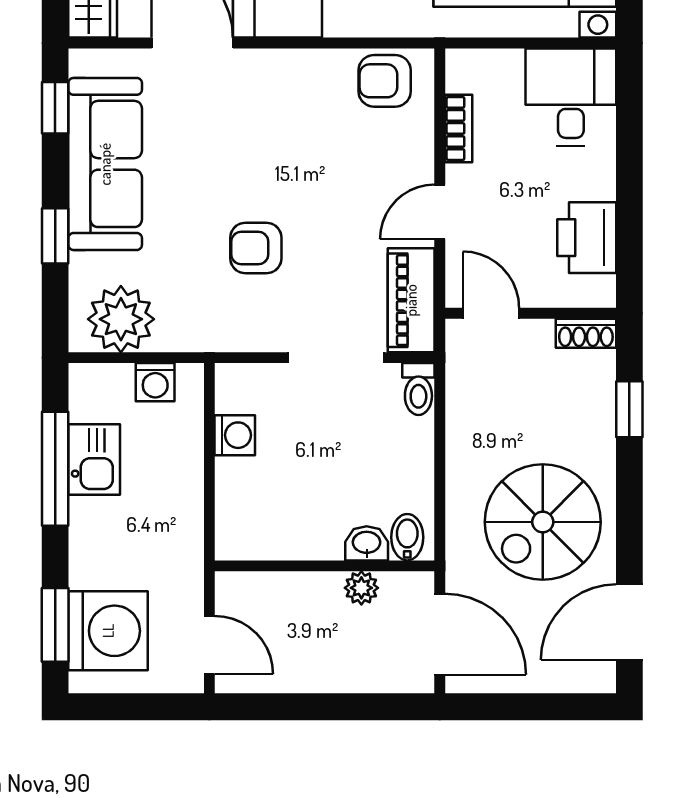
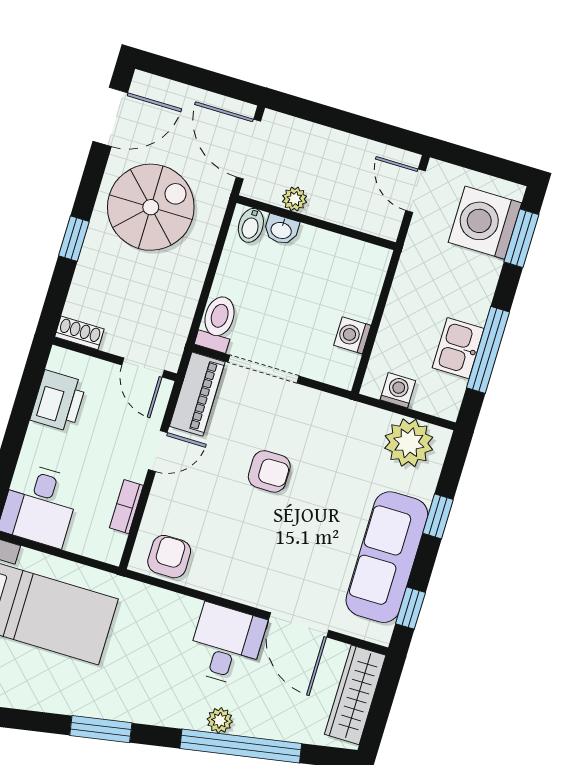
armchair: (385, 81) -> (169, 557), turned -90
armchair: (256, 248) -> (269, 471), moved
toilet: (418, 389) -> (217, 323), width x1.37, depth x1.39
window: (629, 409) -> (74, 239), moved

